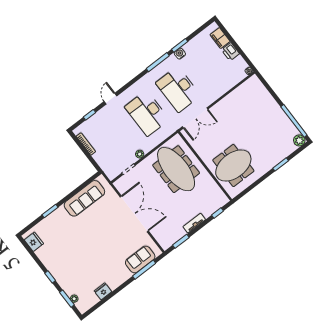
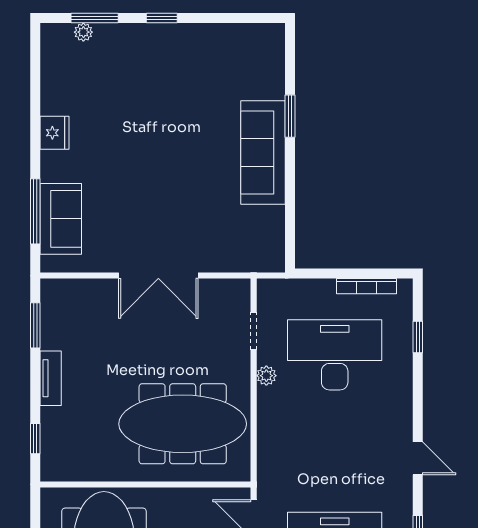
door: (110, 99) -> (418, 458), moved
desk: (147, 113) -> (335, 355), moved
sofa: (84, 198) -> (263, 153), moved
double door: (134, 214) -> (158, 276), width x0.73
fridge: (34, 242) -> (254, 39), removed
fridge: (103, 291) -> (55, 133), moved

